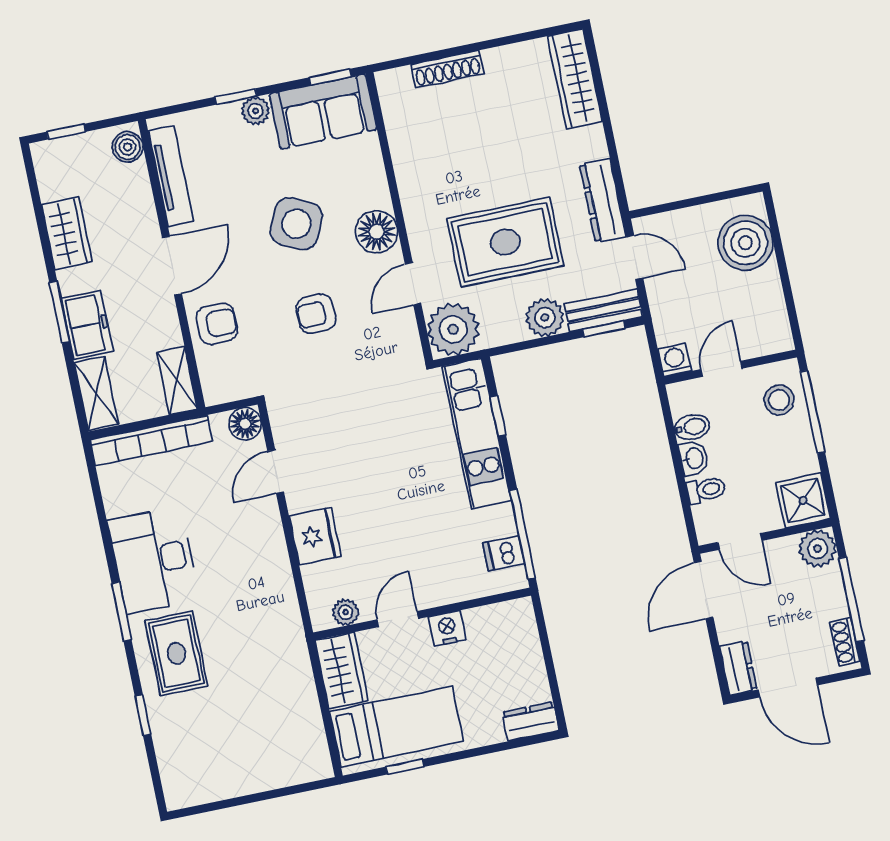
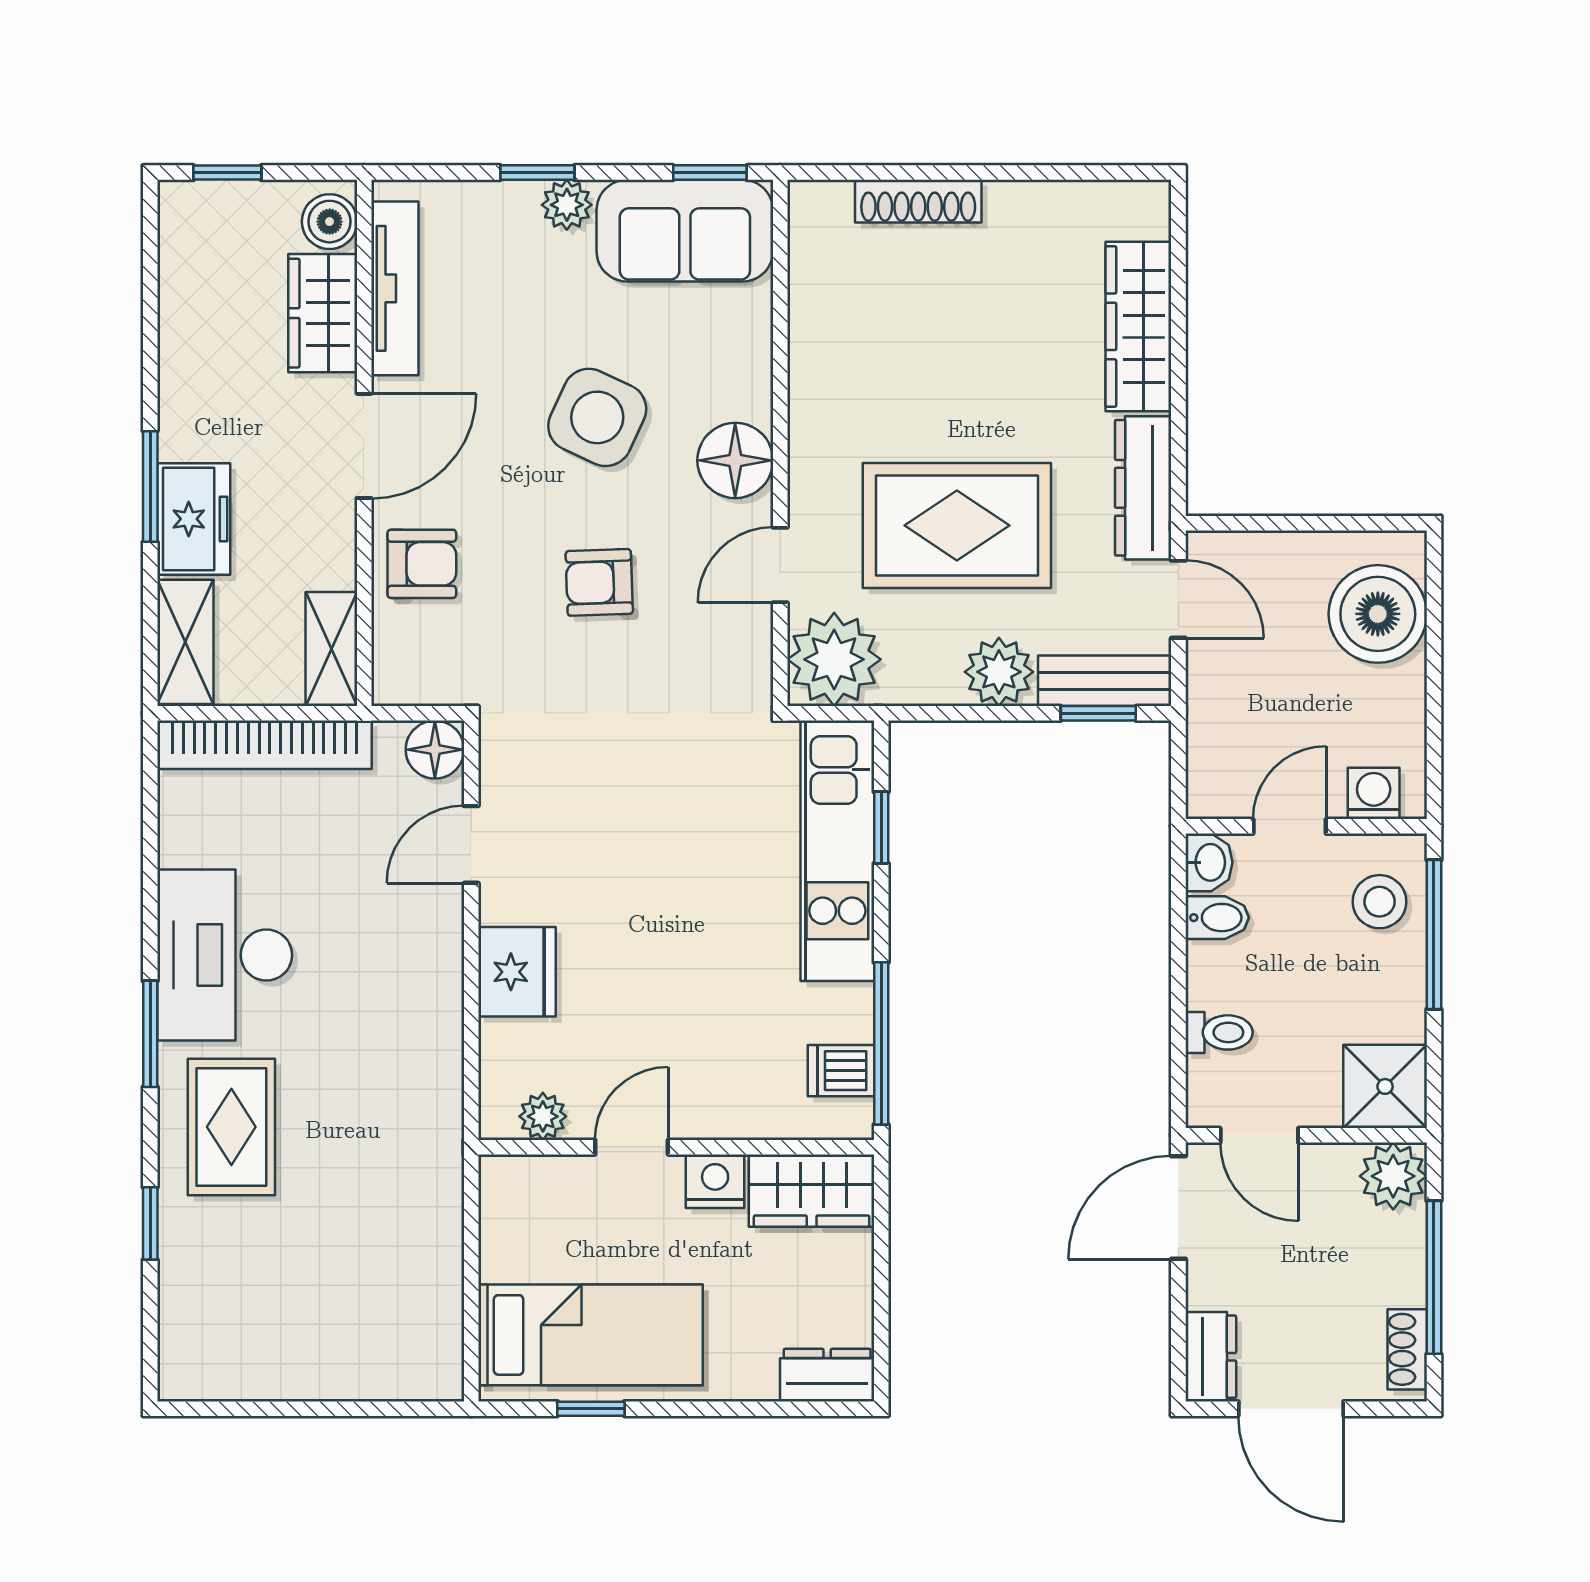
wardrobe: (575, 79) -> (1138, 326), moved
wardrobe: (67, 233) -> (323, 313), moved, turned 180
washing machine: (675, 360) -> (1374, 793), moved
washbasin: (694, 458) -> (1209, 862), moved
wardrobe: (342, 671) -> (812, 1191), moved, turned 90

